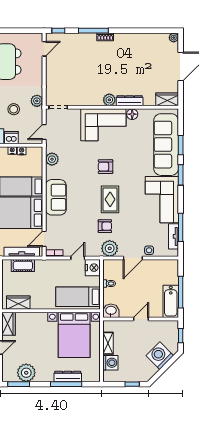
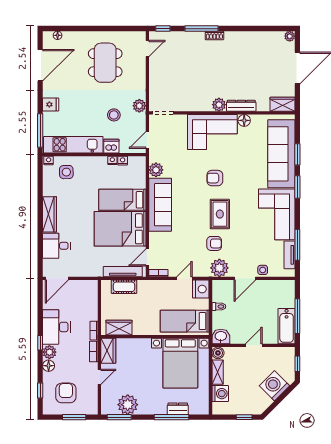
sofa: (56, 197) -> (160, 205), width x1.36
boiler: (108, 326) -> (218, 353), added
dresser: (68, 377) -> (178, 409), width x0.70

